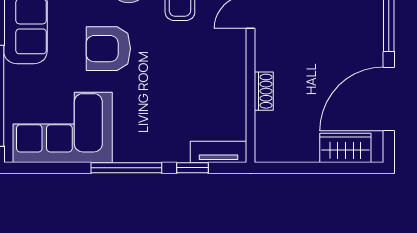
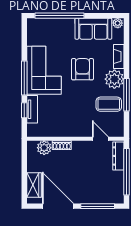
corner sofa: (63, 127) -> (44, 70), moved
plant: (269, 127) -> (44, 148), added
tv unit: (218, 152) -> (32, 109), moved

